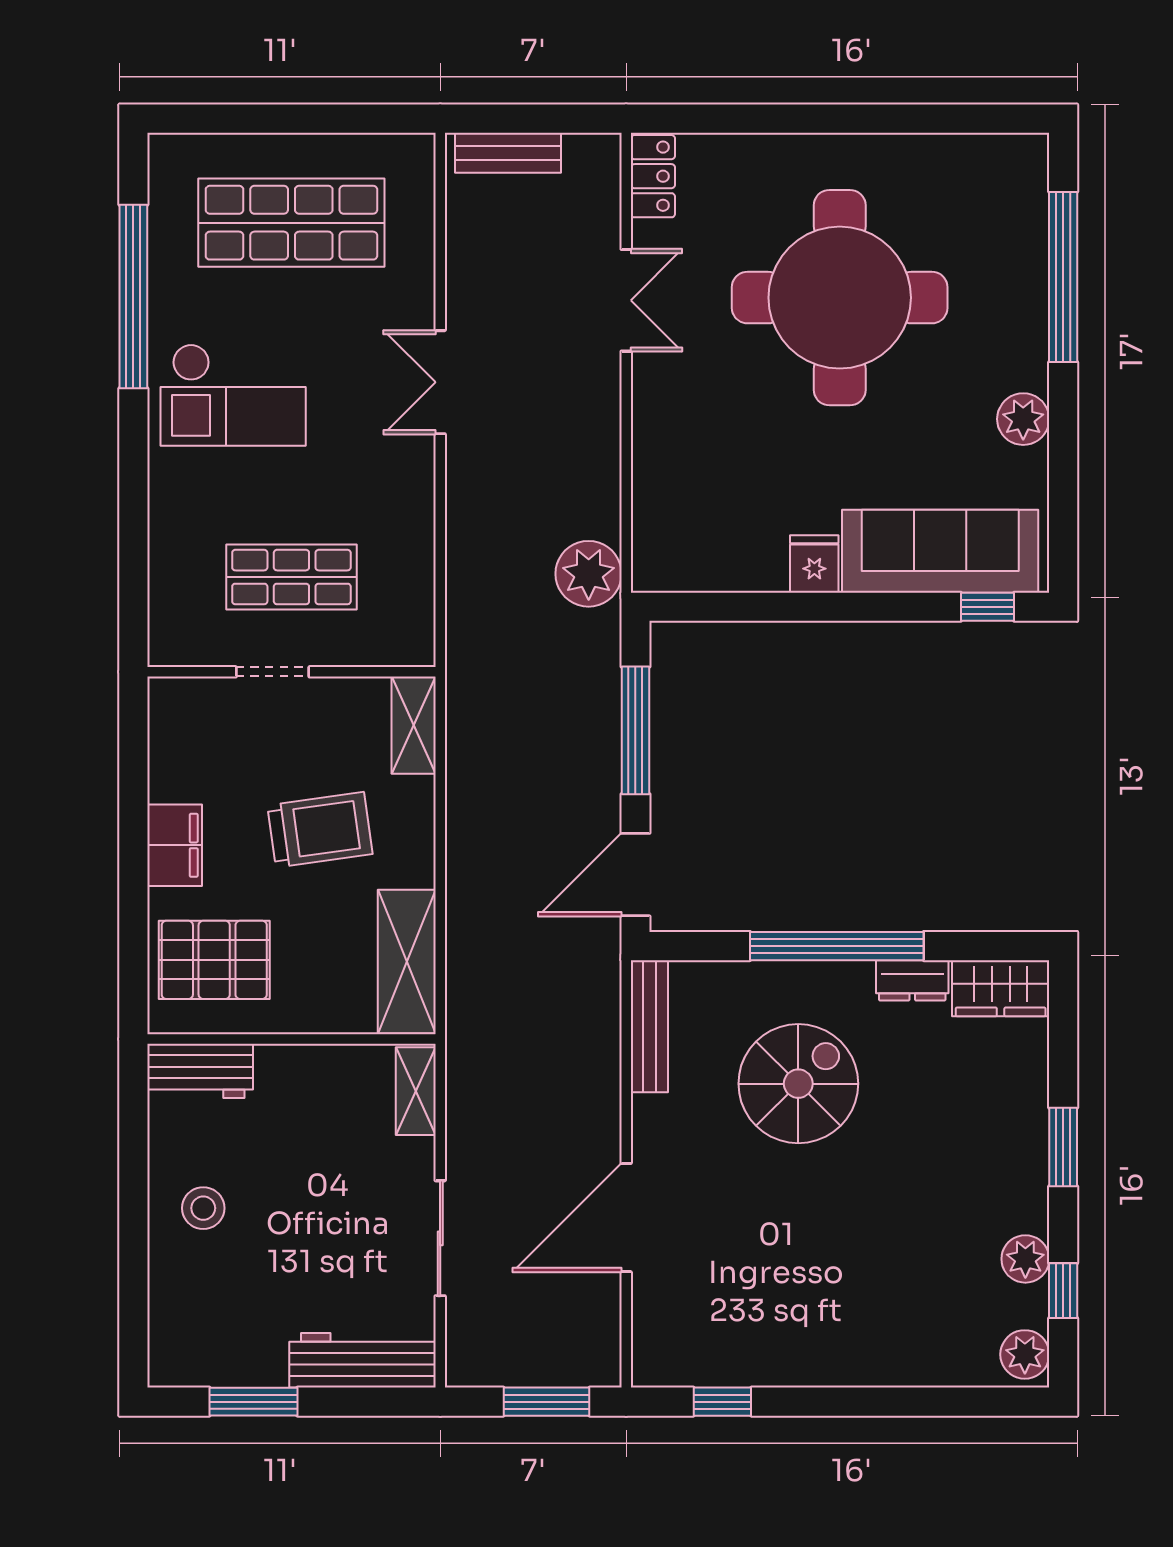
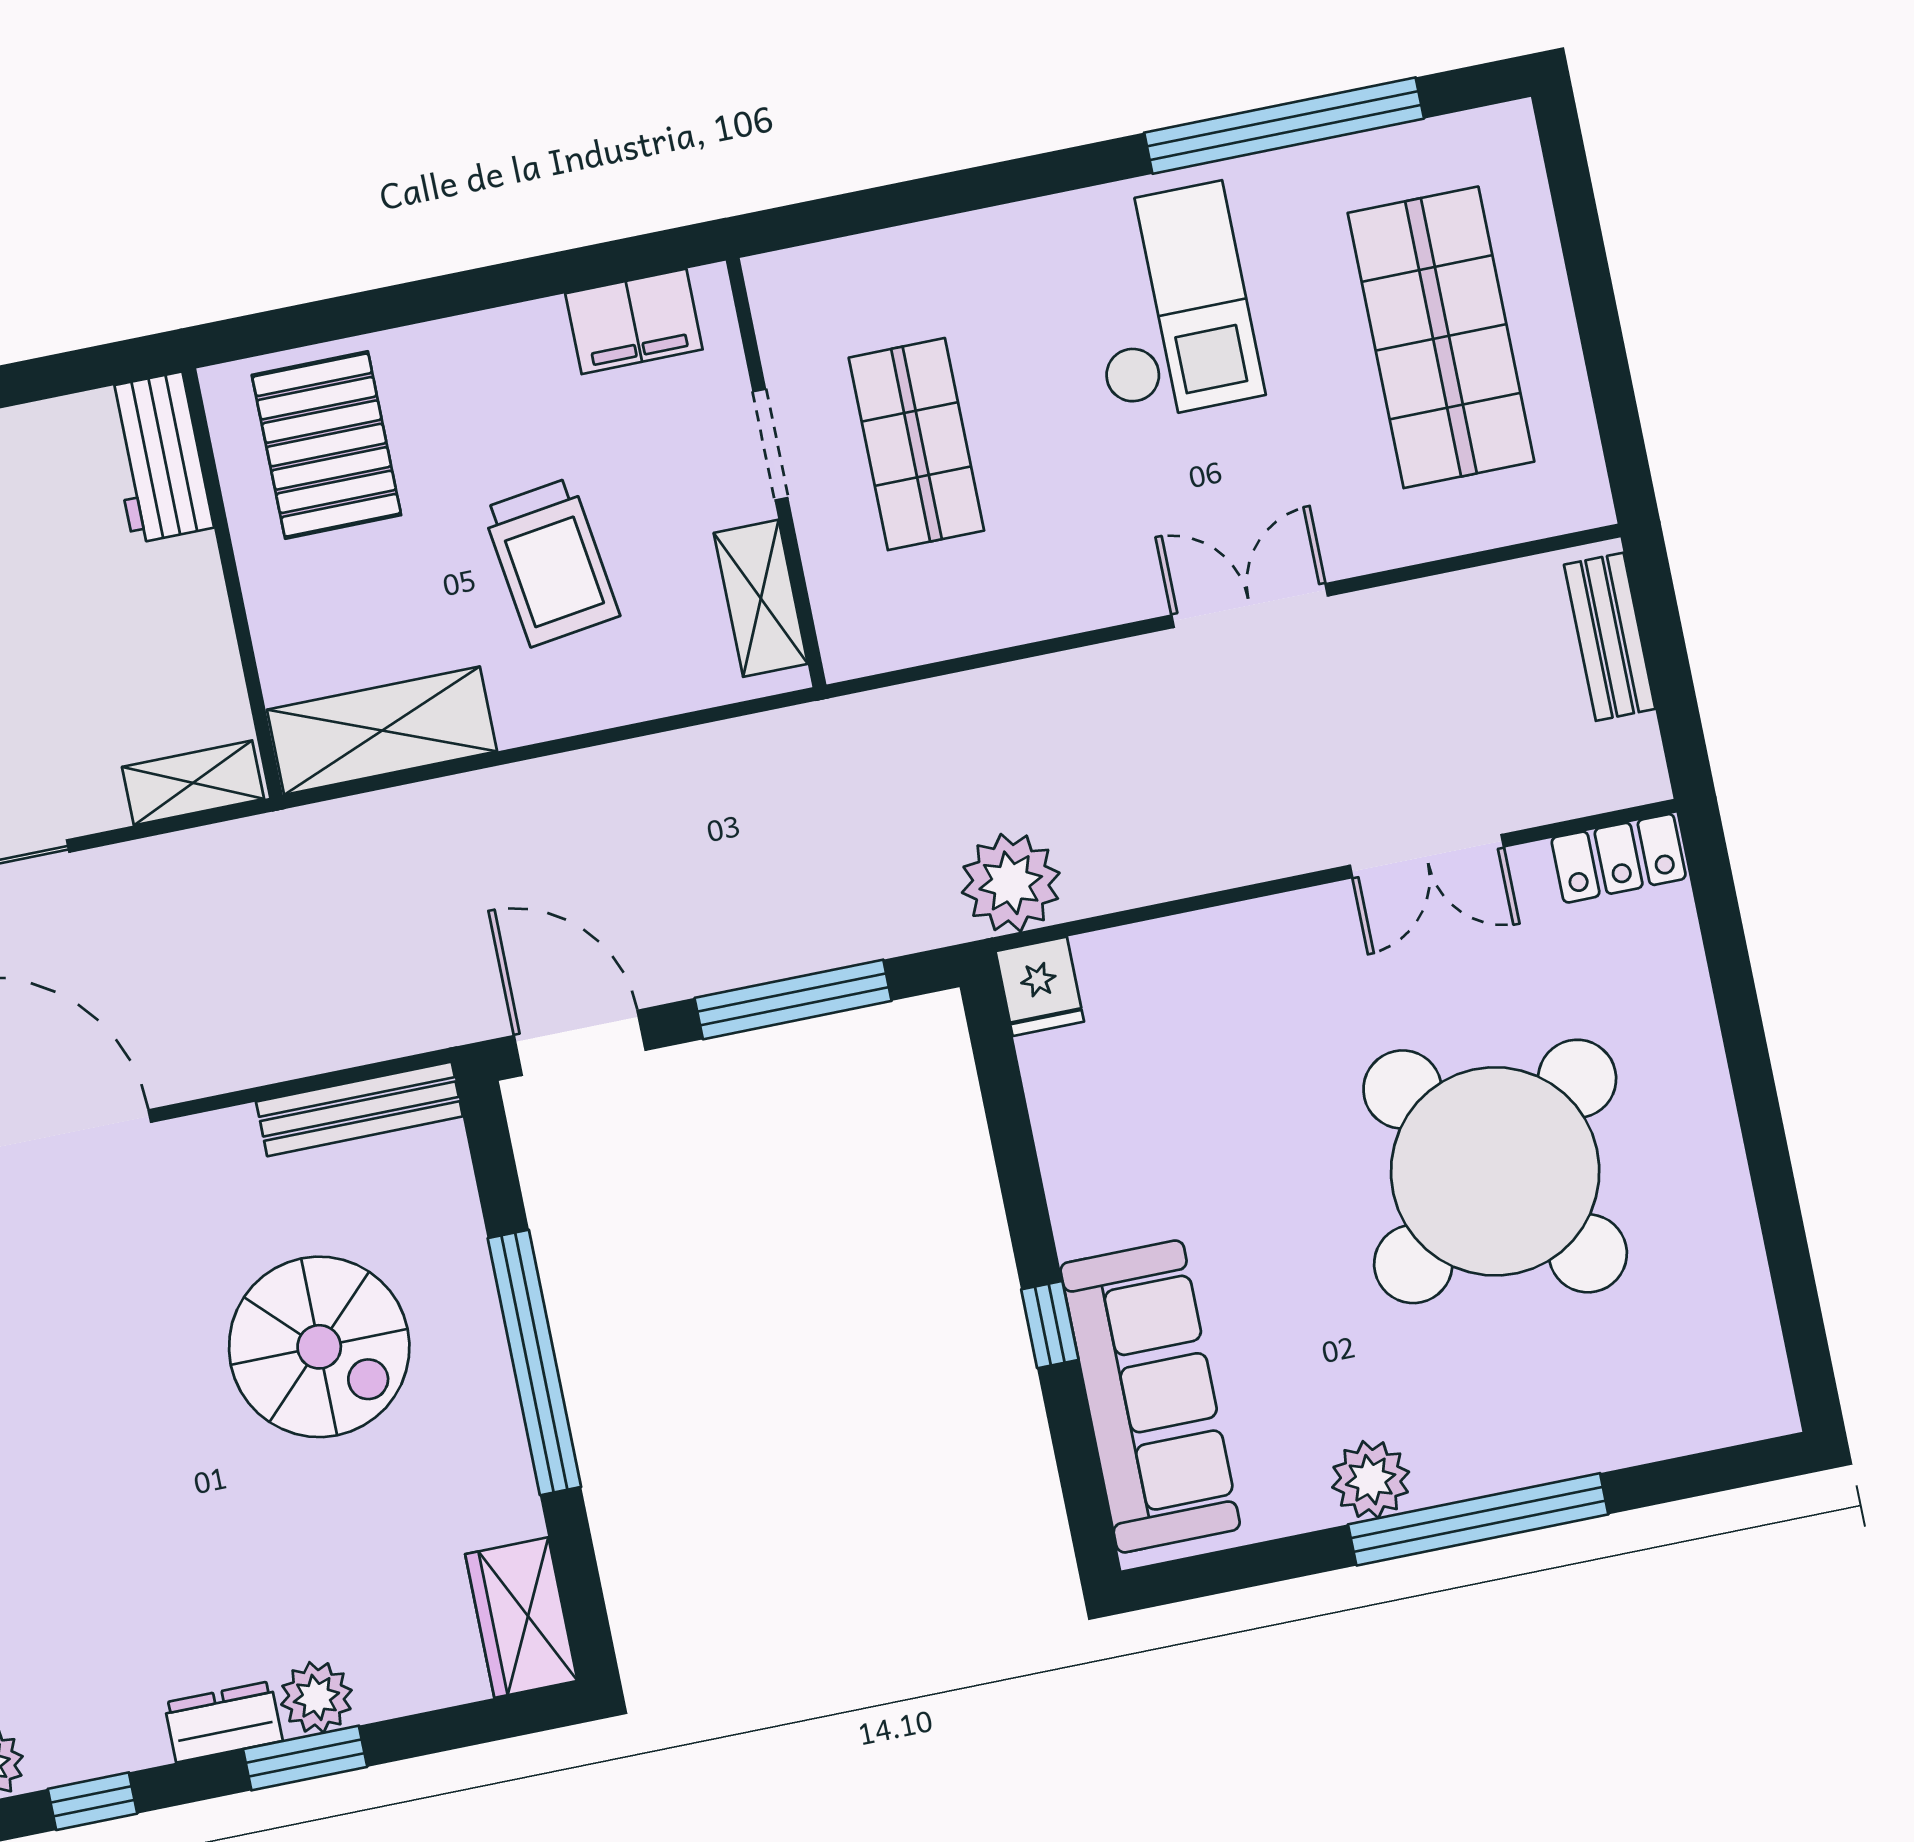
window: (1063, 277) -> (1478, 1519), moved
round table: (840, 298) -> (1495, 1171), turned -37
checkout: (233, 395) -> (1168, 303), turned 180
fridge: (814, 564) -> (1040, 986), moved, turned 90
window: (988, 607) -> (1050, 1325), moved
shelving: (414, 725) -> (761, 598), moved, turned 90
filing cabinet: (175, 845) -> (634, 321), moved
dresser: (912, 980) -> (223, 1722), moved, turned 90
plant: (1025, 1259) -> (316, 1697), moved

